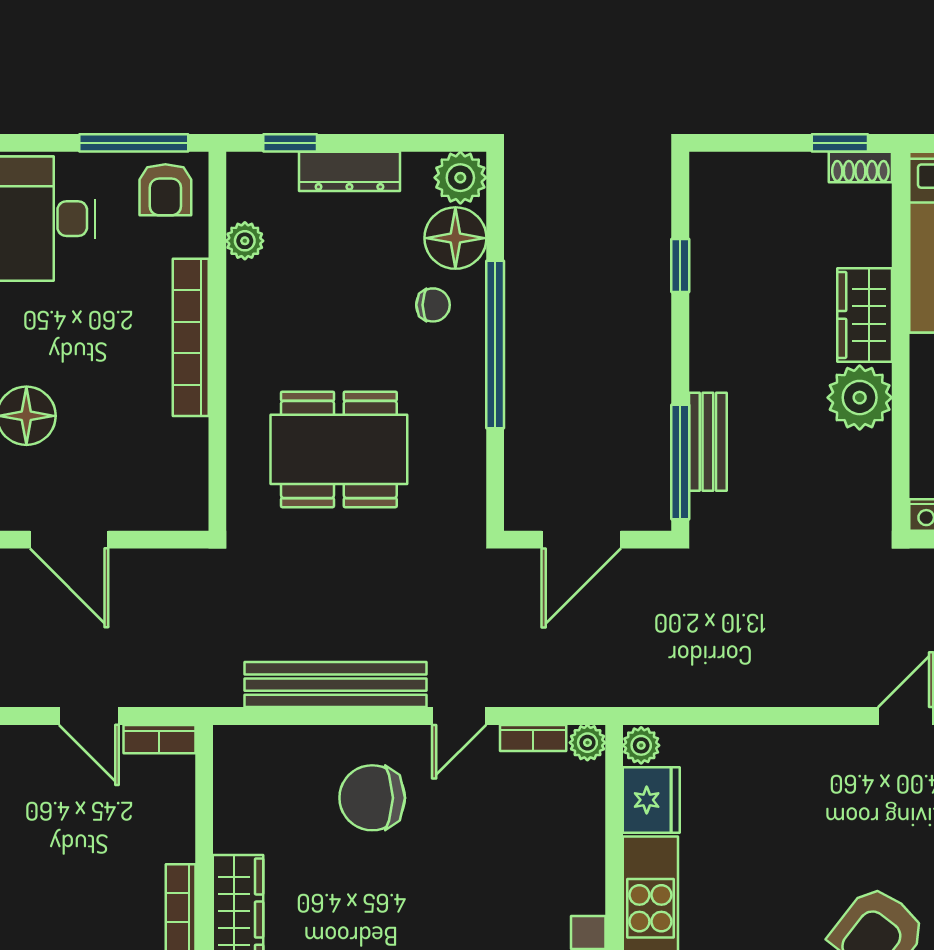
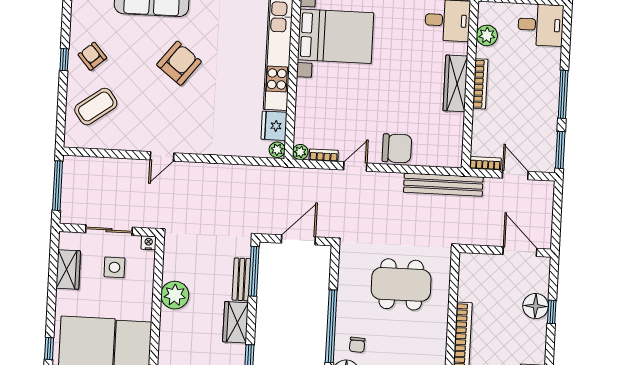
chair: (433, 305) -> (357, 345), turned -87
wardrobe: (865, 315) -> (236, 322), moved, turned 180
bench: (336, 685) -> (443, 185), moved
chair: (372, 798) -> (397, 148), moved

